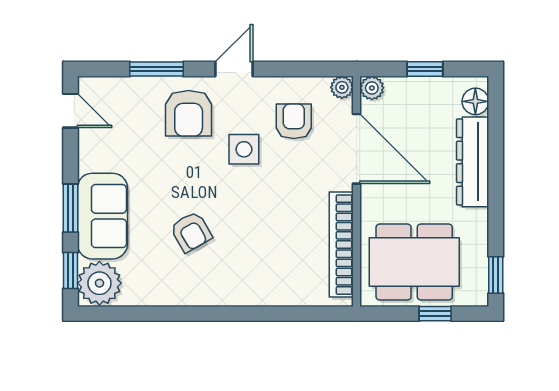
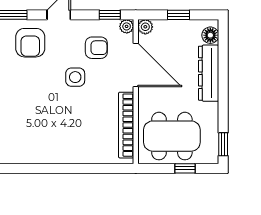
window: (315, 69) -> (110, 15), added
armchair: (294, 121) -> (96, 48), turned 90
side table: (244, 149) -> (75, 77), moved
armchair: (191, 232) -> (32, 117), removed

